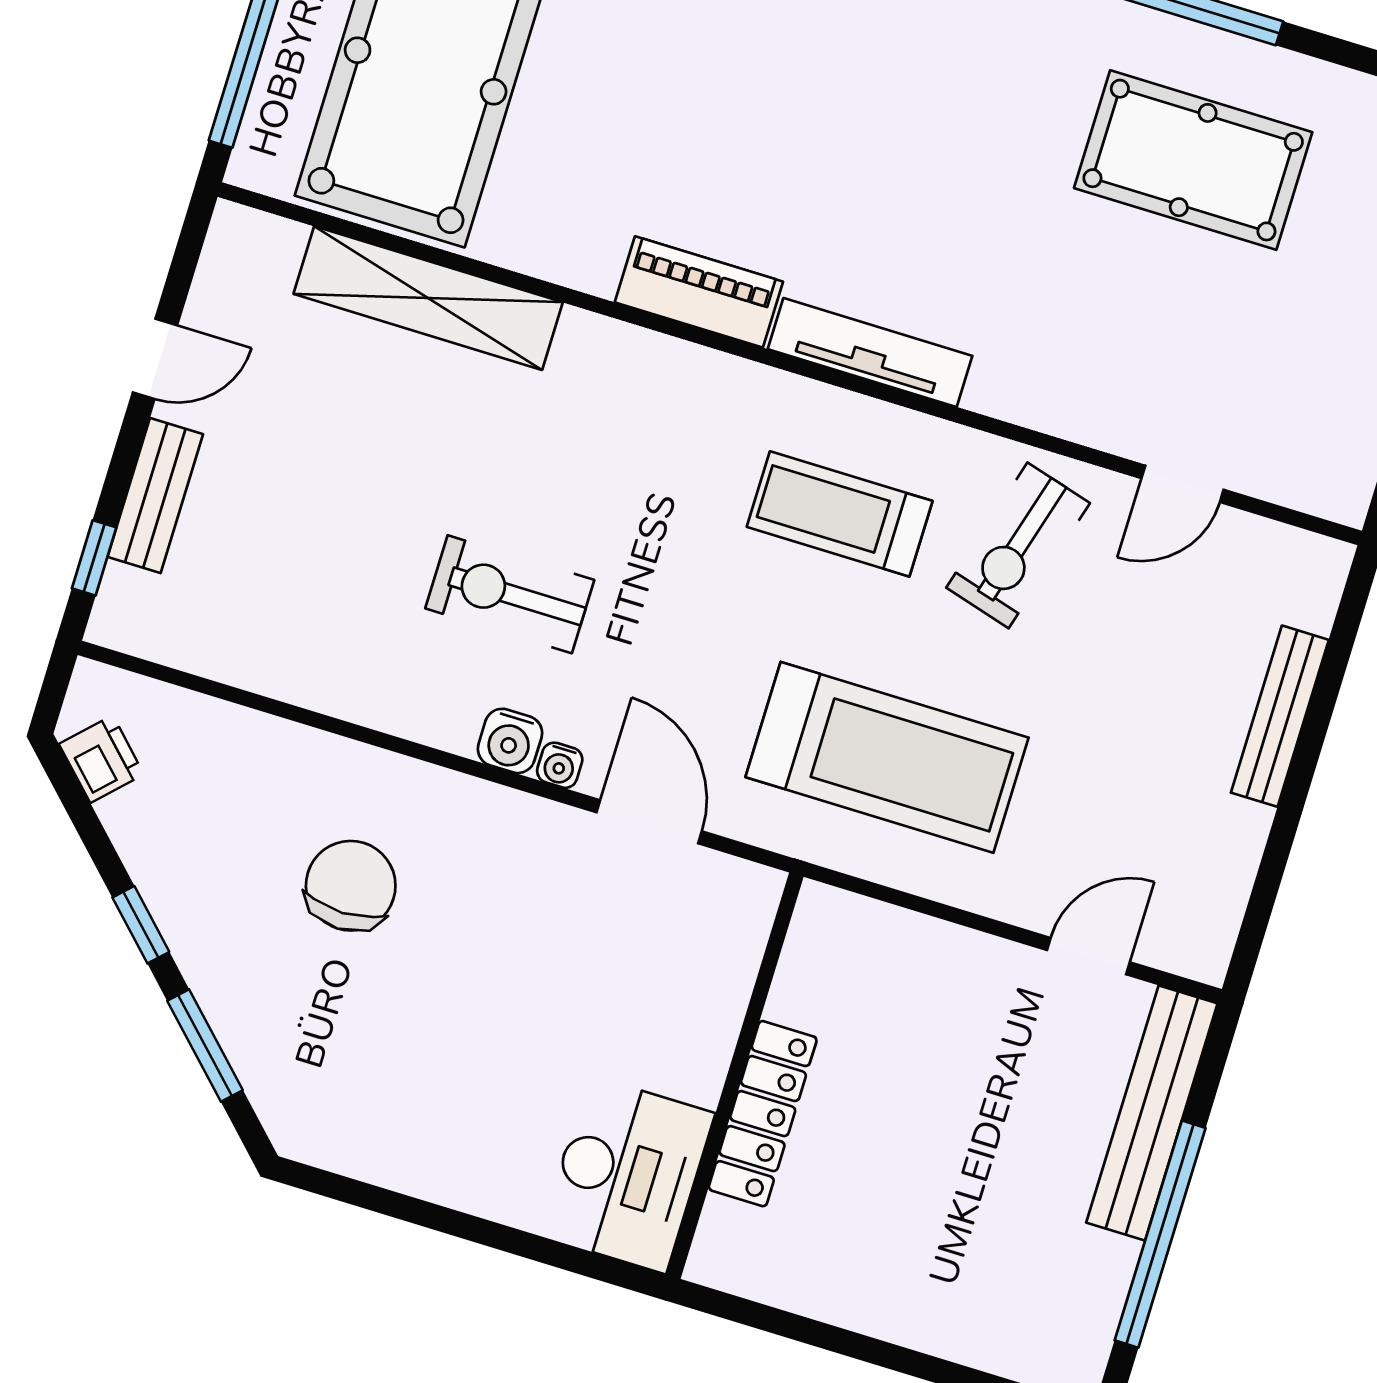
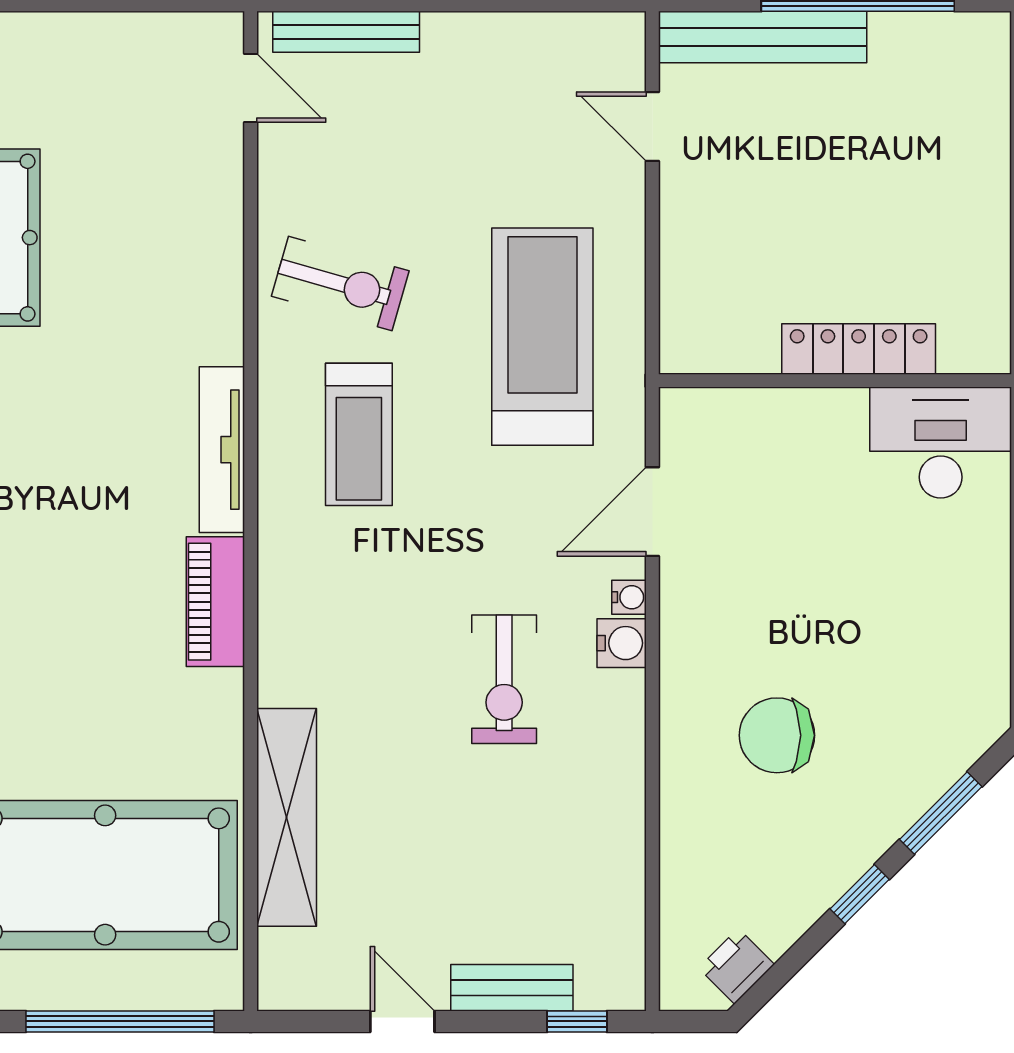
door: (1183, 484) -> (251, 88), moved
bench: (1280, 716) -> (346, 32), moved

